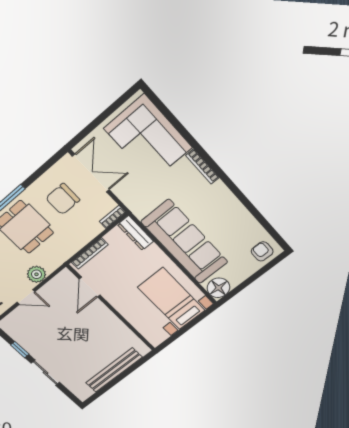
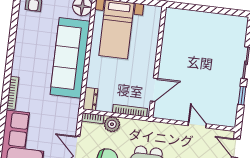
dresser: (136, 233) -> (90, 99), width x0.70
plant: (36, 274) -> (112, 124), moved
bench: (114, 370) -> (204, 18), removed

